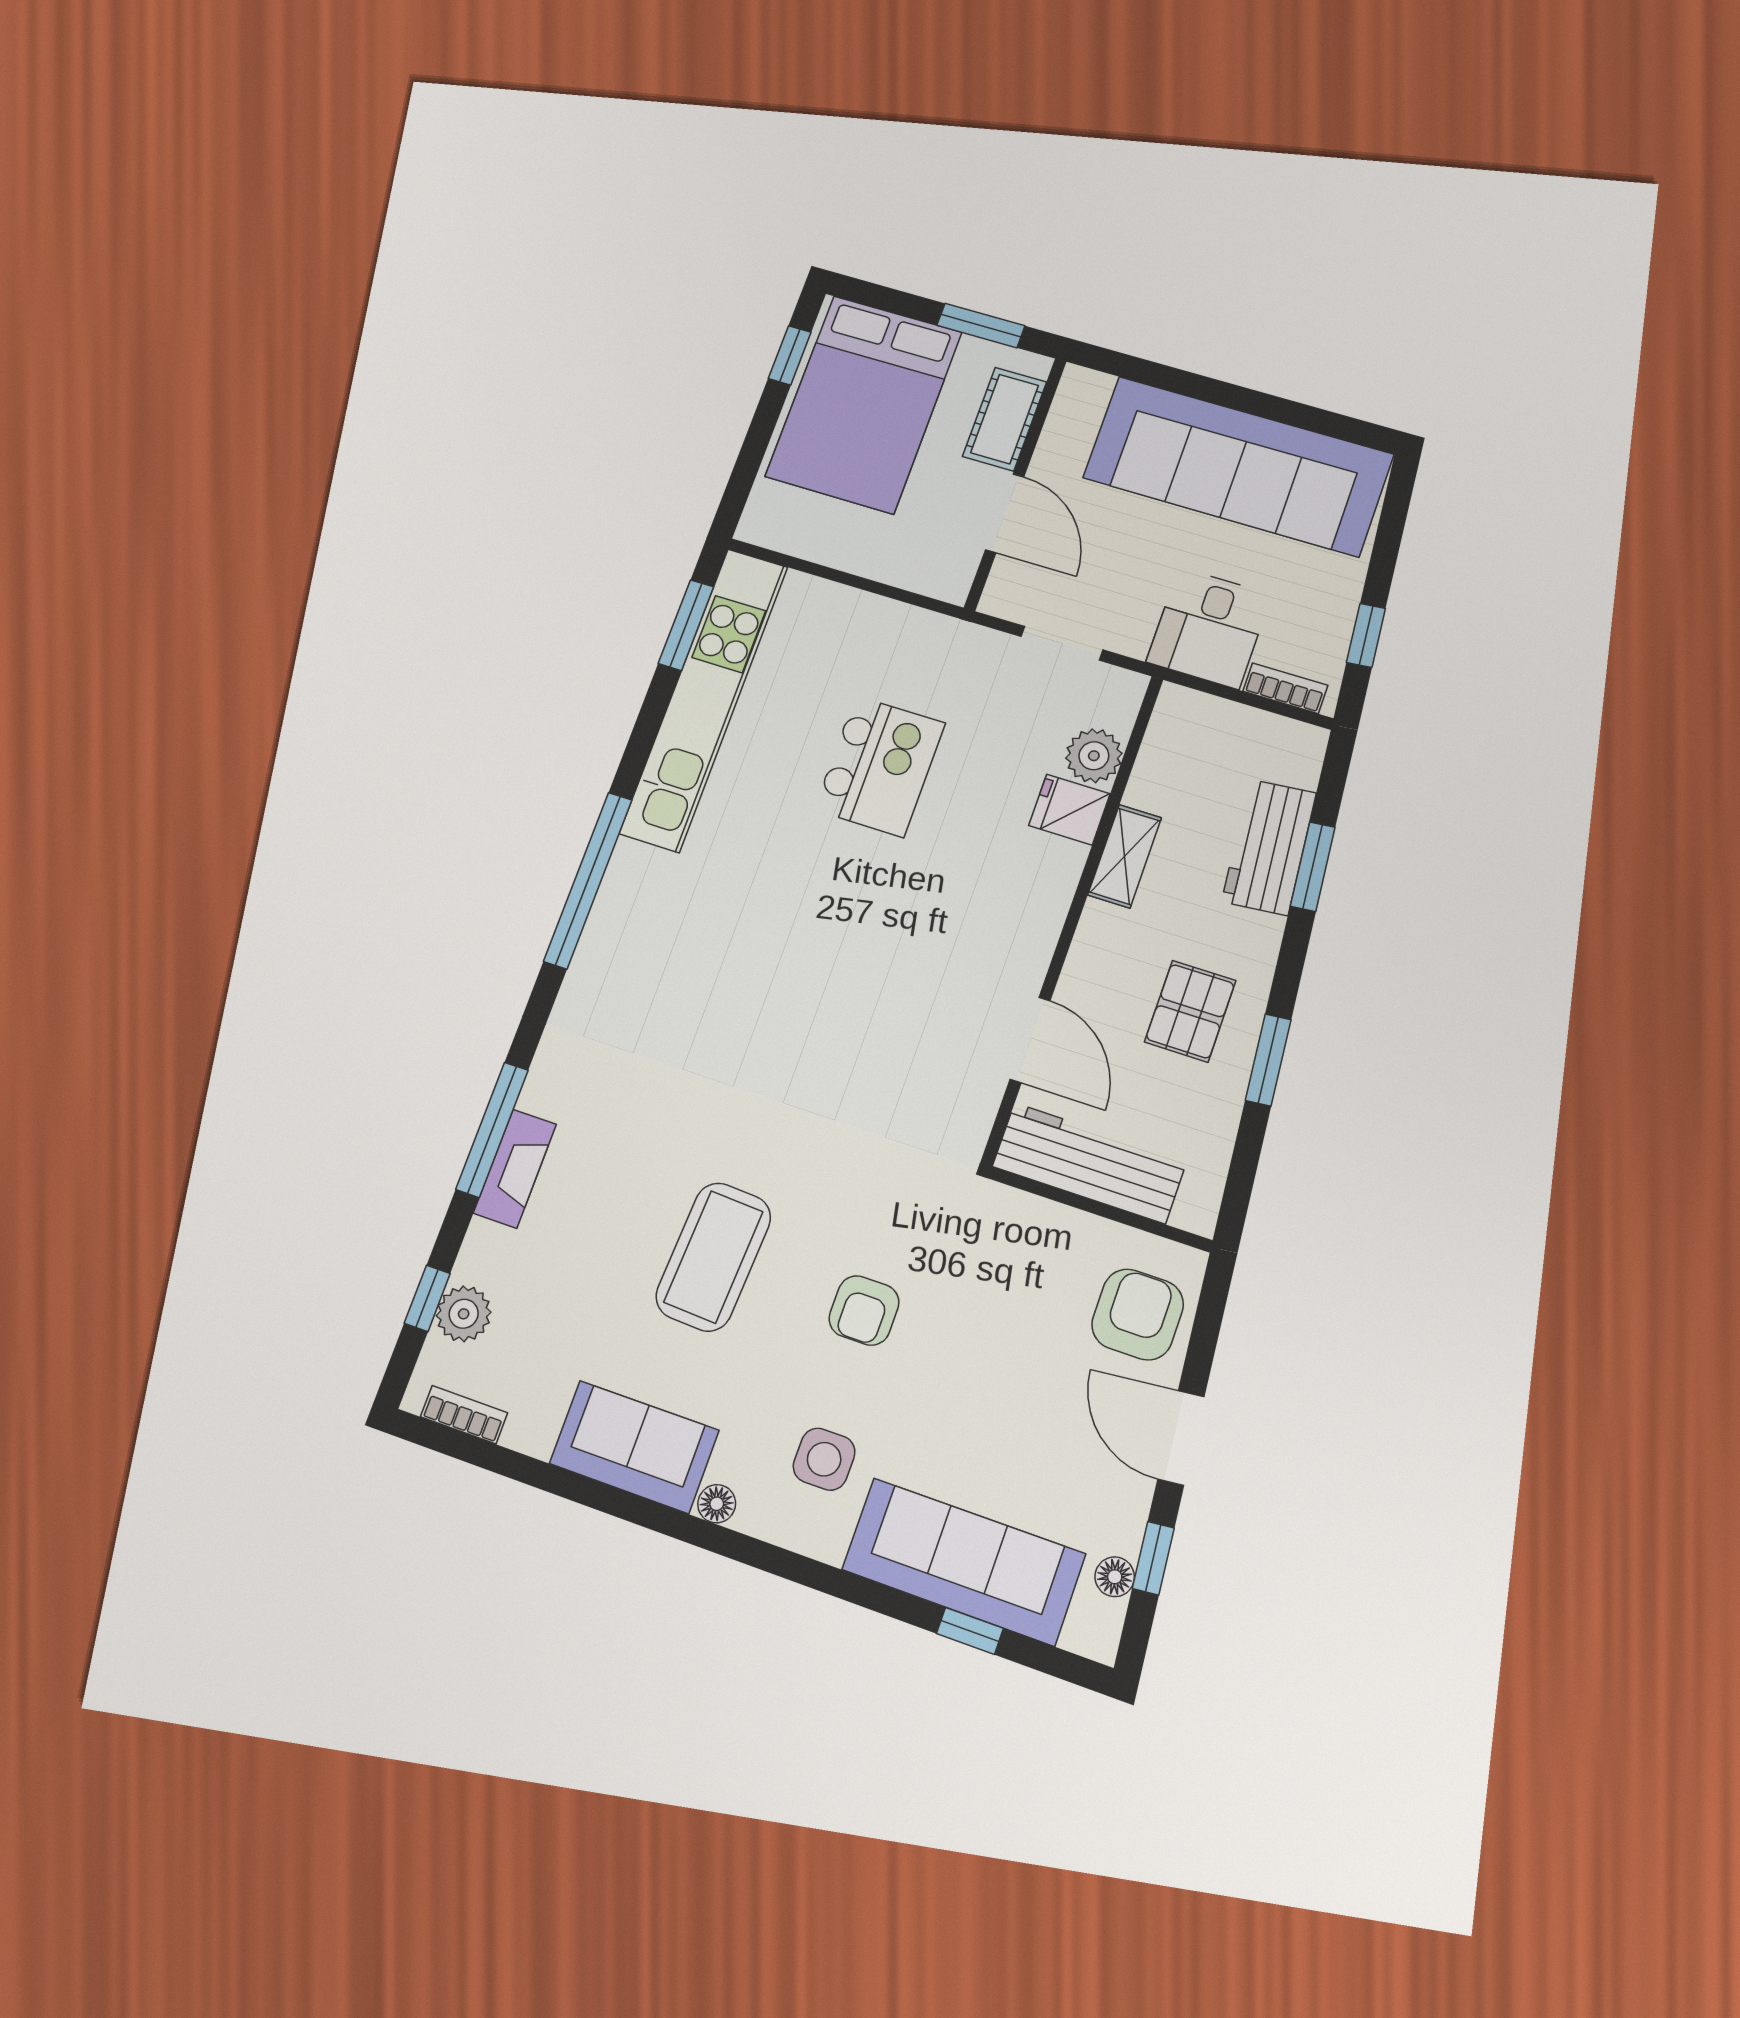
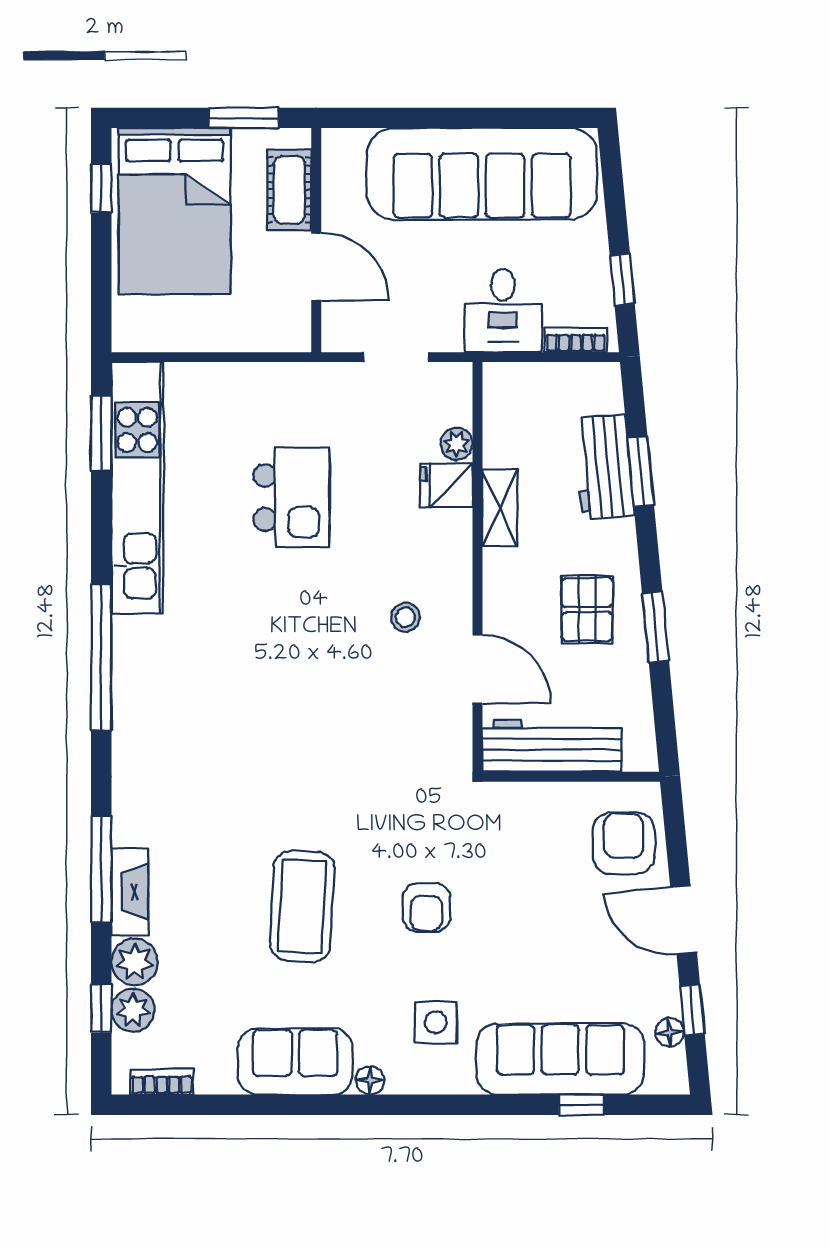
plant: (1094, 756) -> (457, 444), width x0.73, depth x0.73
stool: (964, 949) -> (405, 617), added
plant: (488, 1256) -> (135, 962), added

